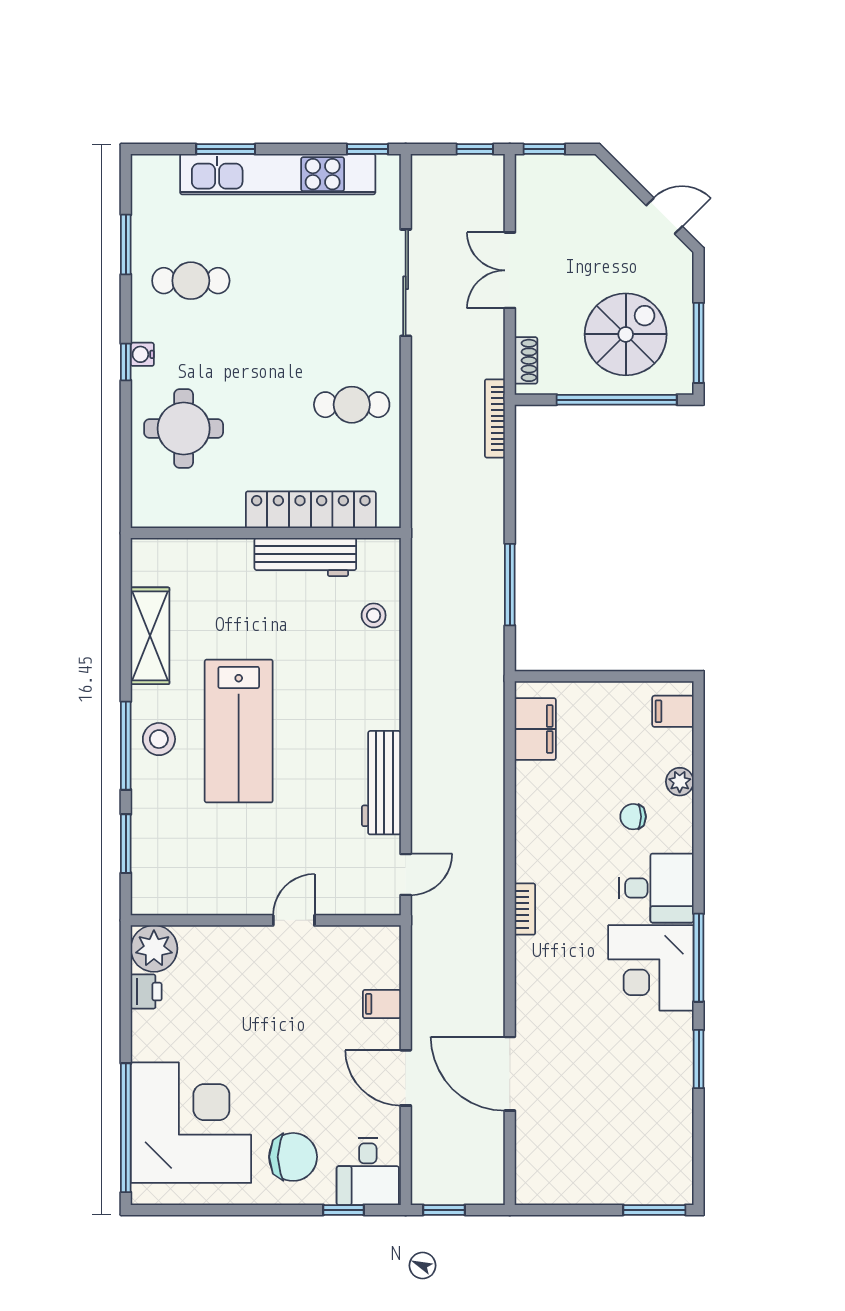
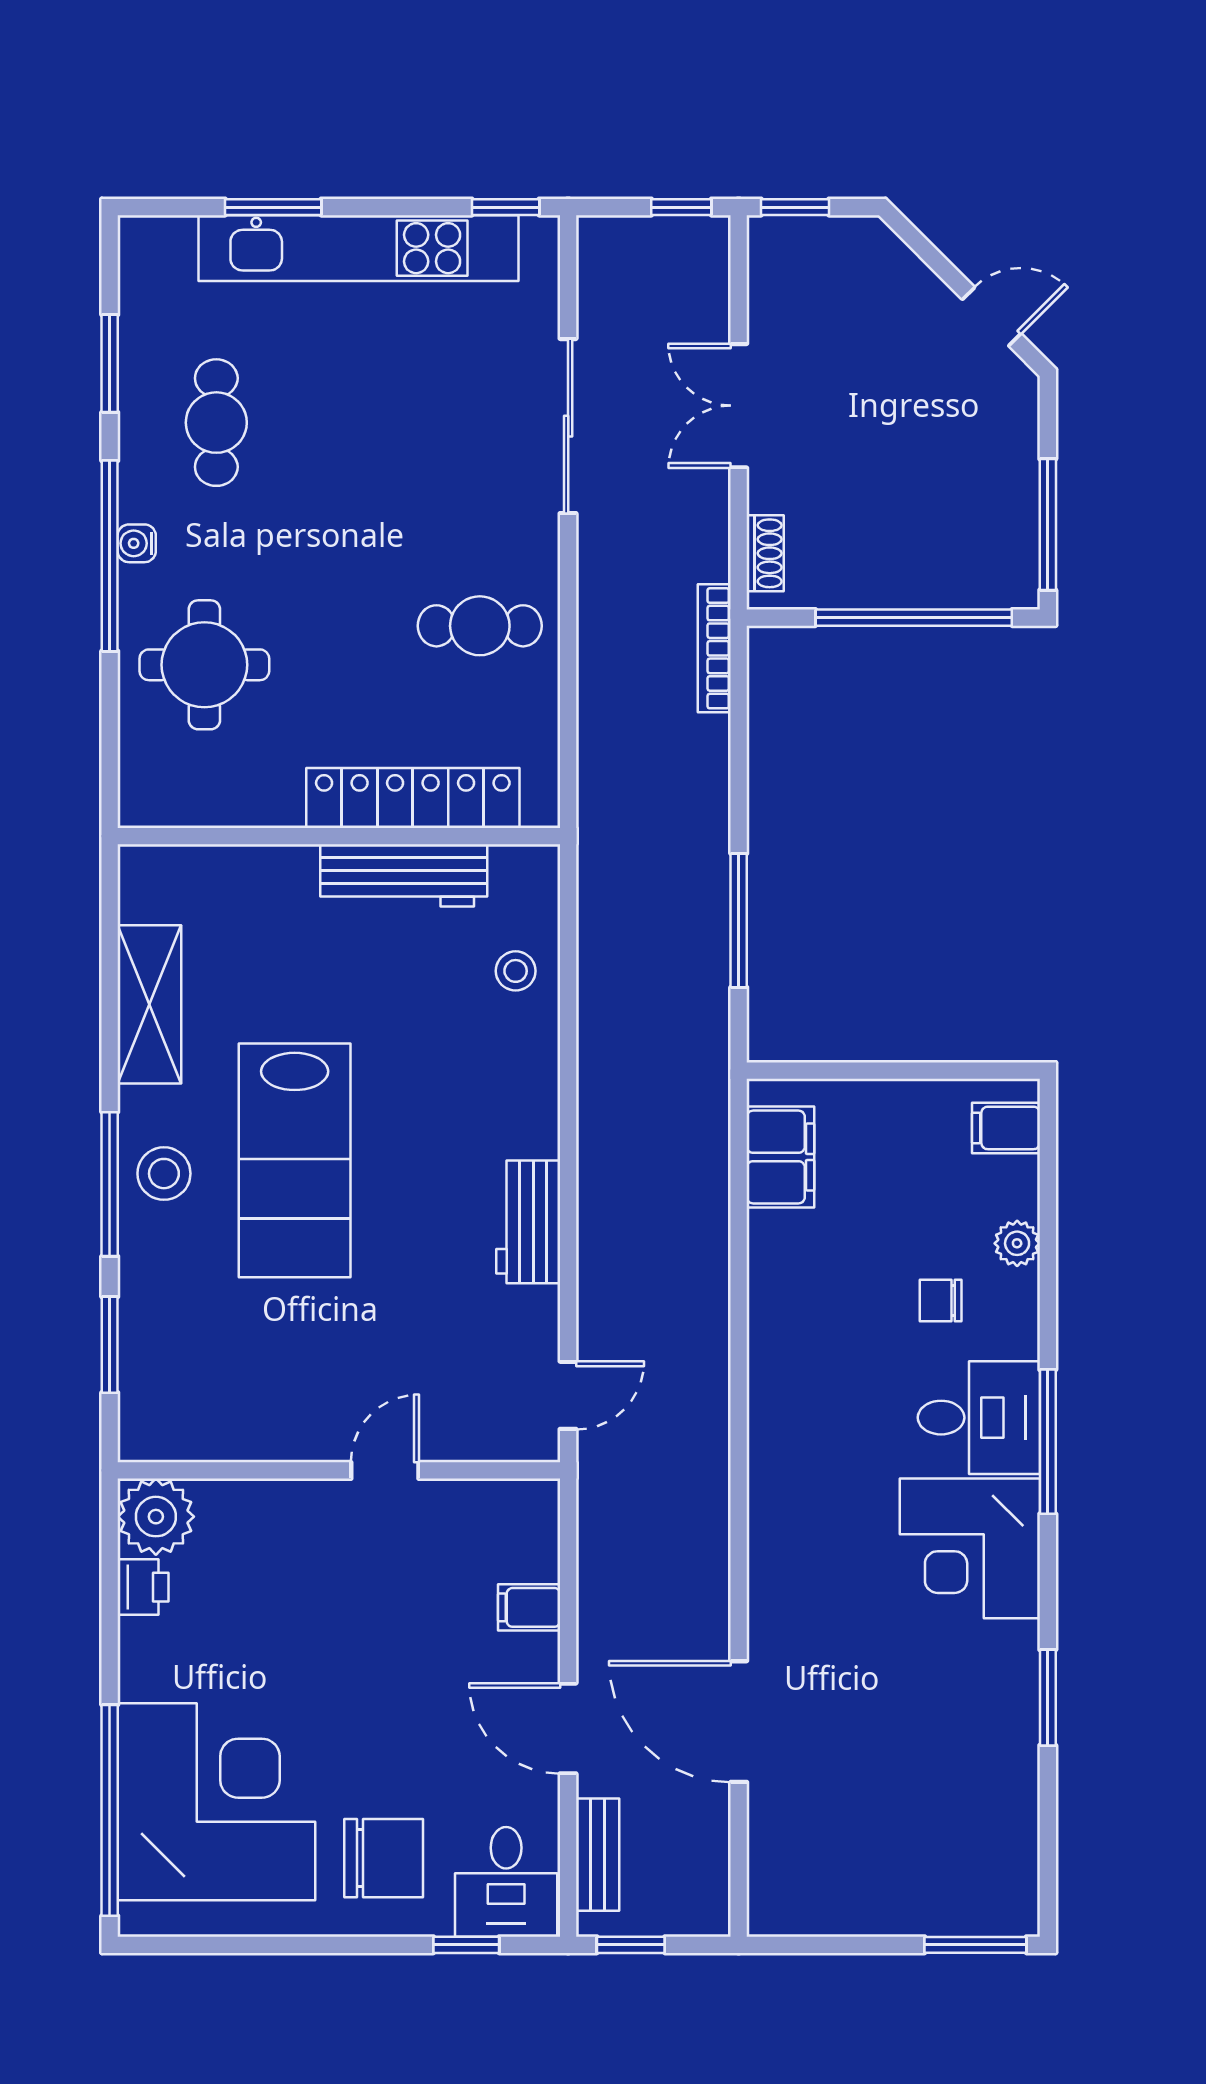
cafe table: (191, 281) -> (216, 423), turned 90
spiral stairs: (626, 334) -> (929, 511), removed
window: (126, 362) -> (110, 556), width x3.17
workbench: (381, 783) -> (528, 1222), width x0.73
bookcase: (525, 909) -> (763, 1452), removed
window: (699, 958) -> (1048, 1442), moved
bench: (424, 1155) -> (598, 1855), added

